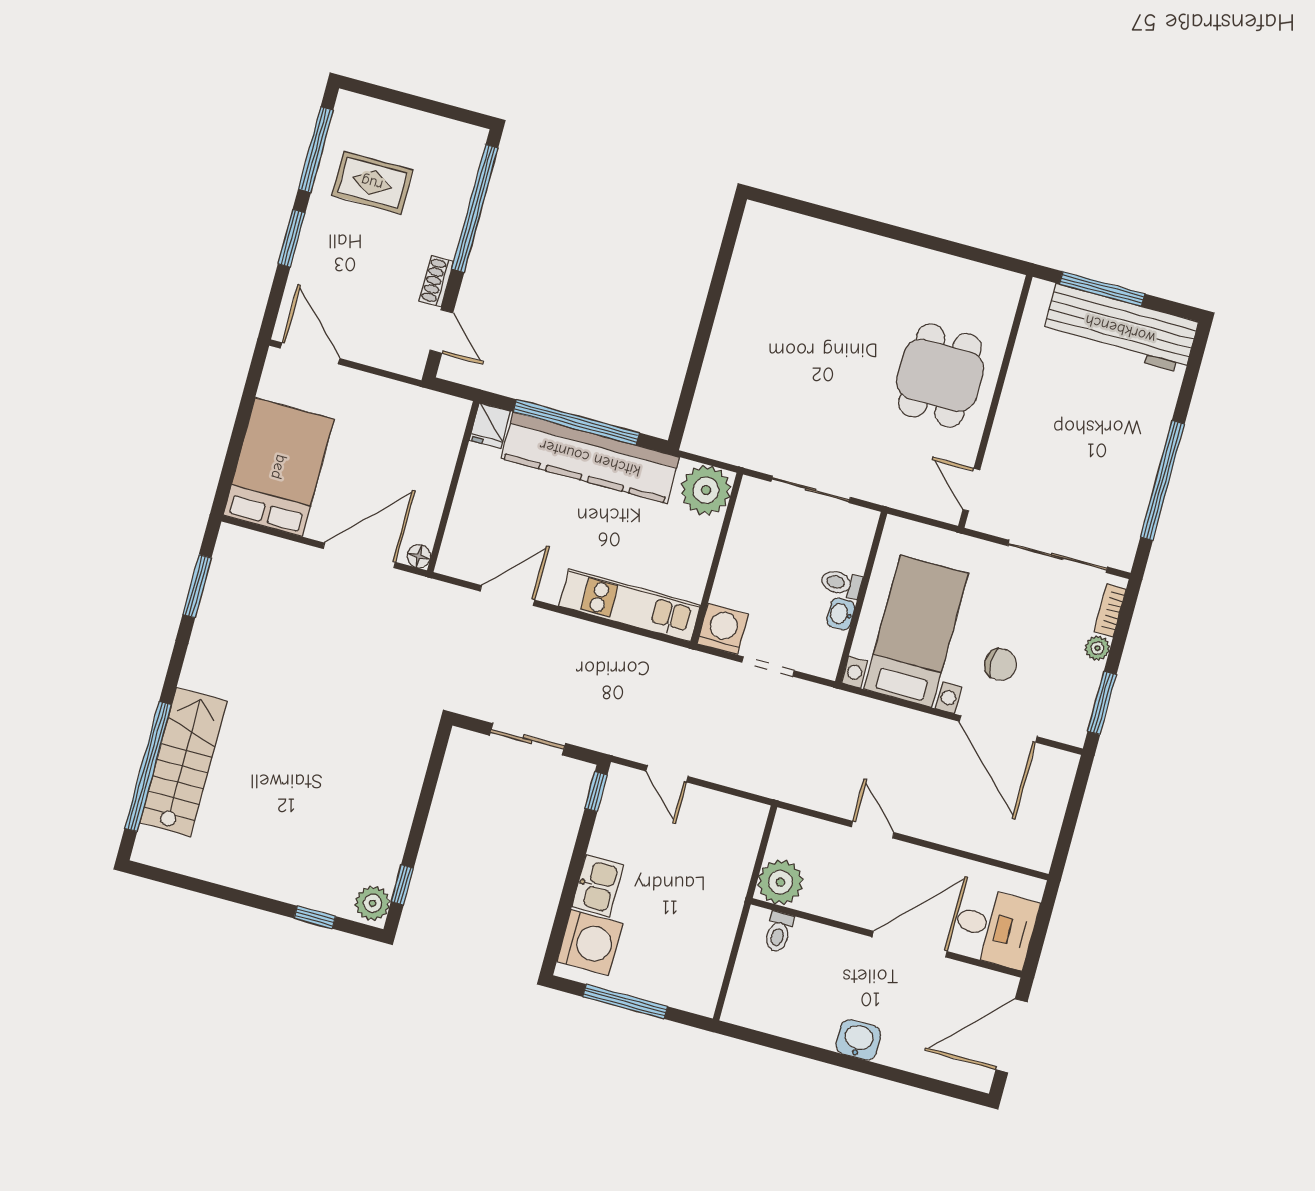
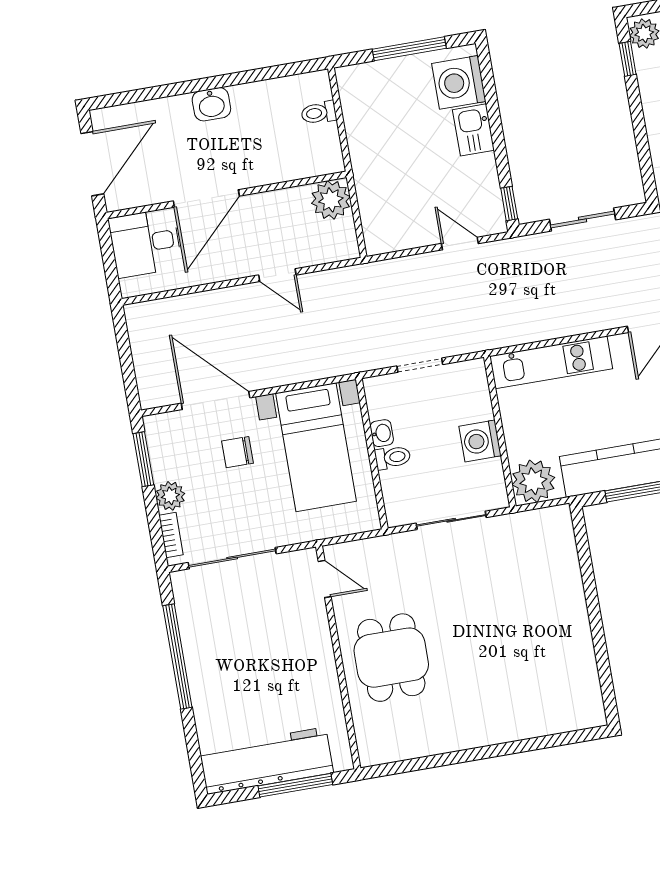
washing machine: (723, 629) -> (480, 441), moved, turned 90
plant: (1097, 648) -> (170, 496), width x1.38, depth x1.38
toilet: (779, 932) -> (319, 113), moved, turned -90

